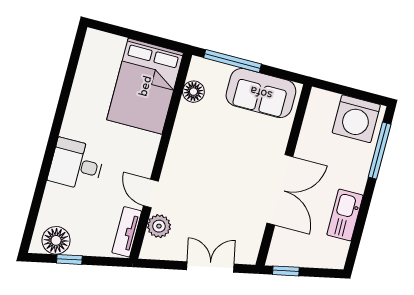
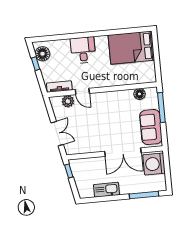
bed: (145, 86) -> (131, 48), moved
washing machine: (356, 119) -> (154, 164), moved
double door: (280, 190) -> (123, 152), moved
door: (151, 193) -> (82, 91), swing flipped

